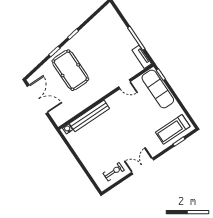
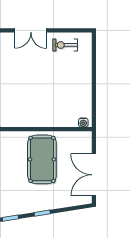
pool table: (70, 70) -> (42, 159), moved
bench: (89, 116) -> (51, 121), removed

